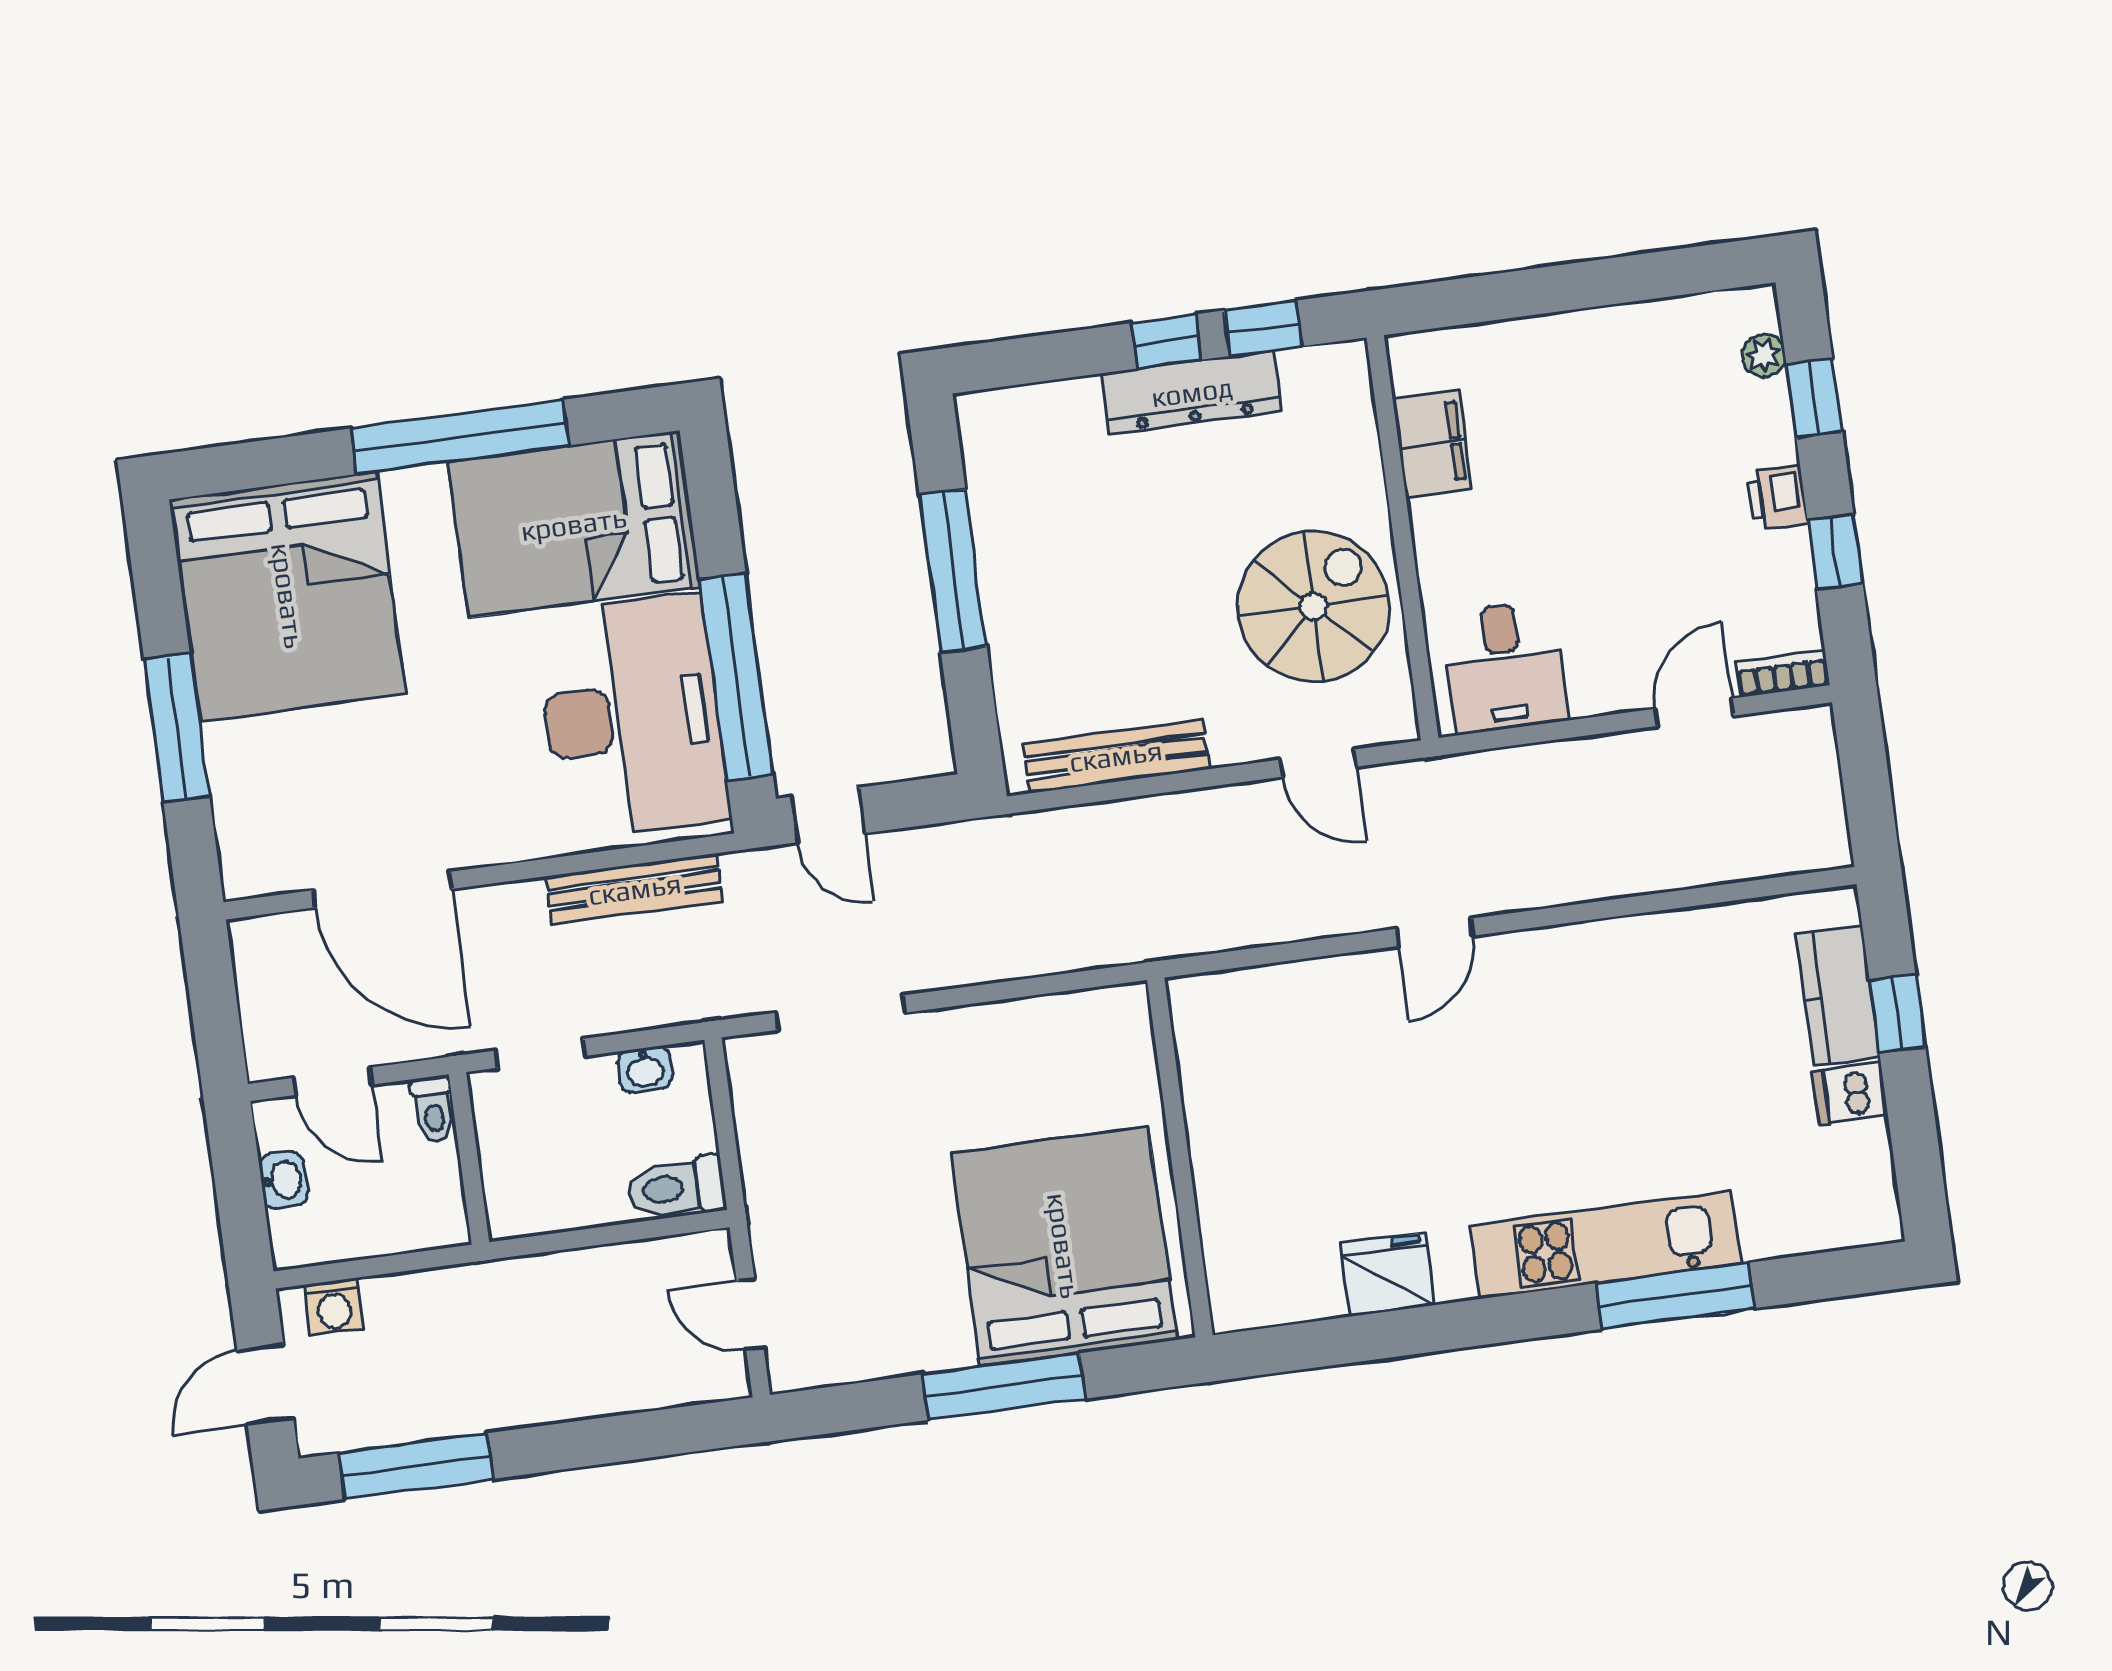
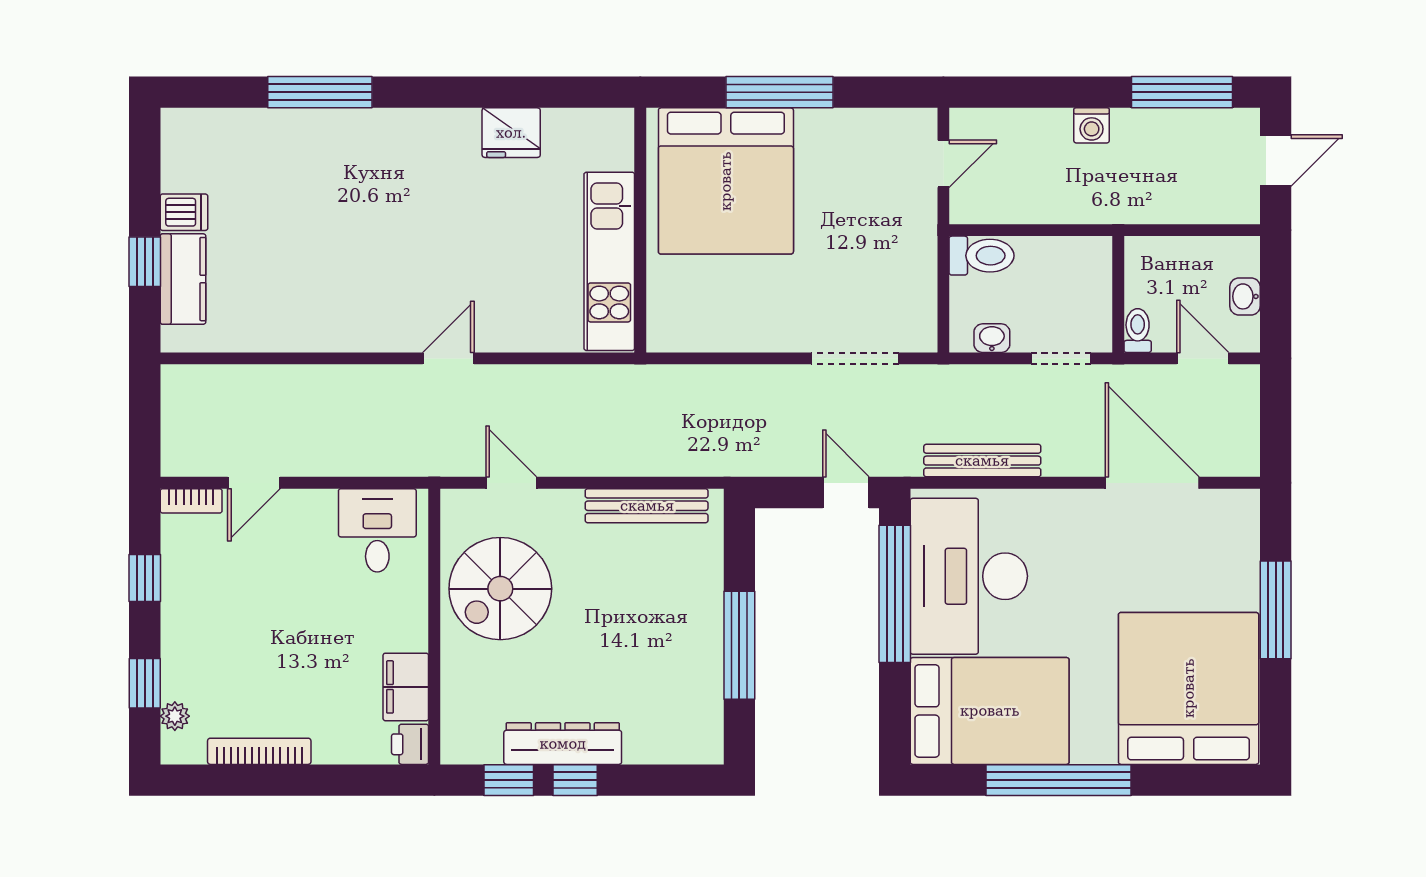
bookcase: (1634, 321) -> (259, 751), added
printer: (1777, 498) -> (410, 744), moved, turned 180
kitchen unit: (1606, 1245) -> (609, 261), moved, turned 90
washing machine: (334, 1307) -> (1092, 125), moved, turned 180
door: (750, 1314) -> (943, 164), hinge flipped

